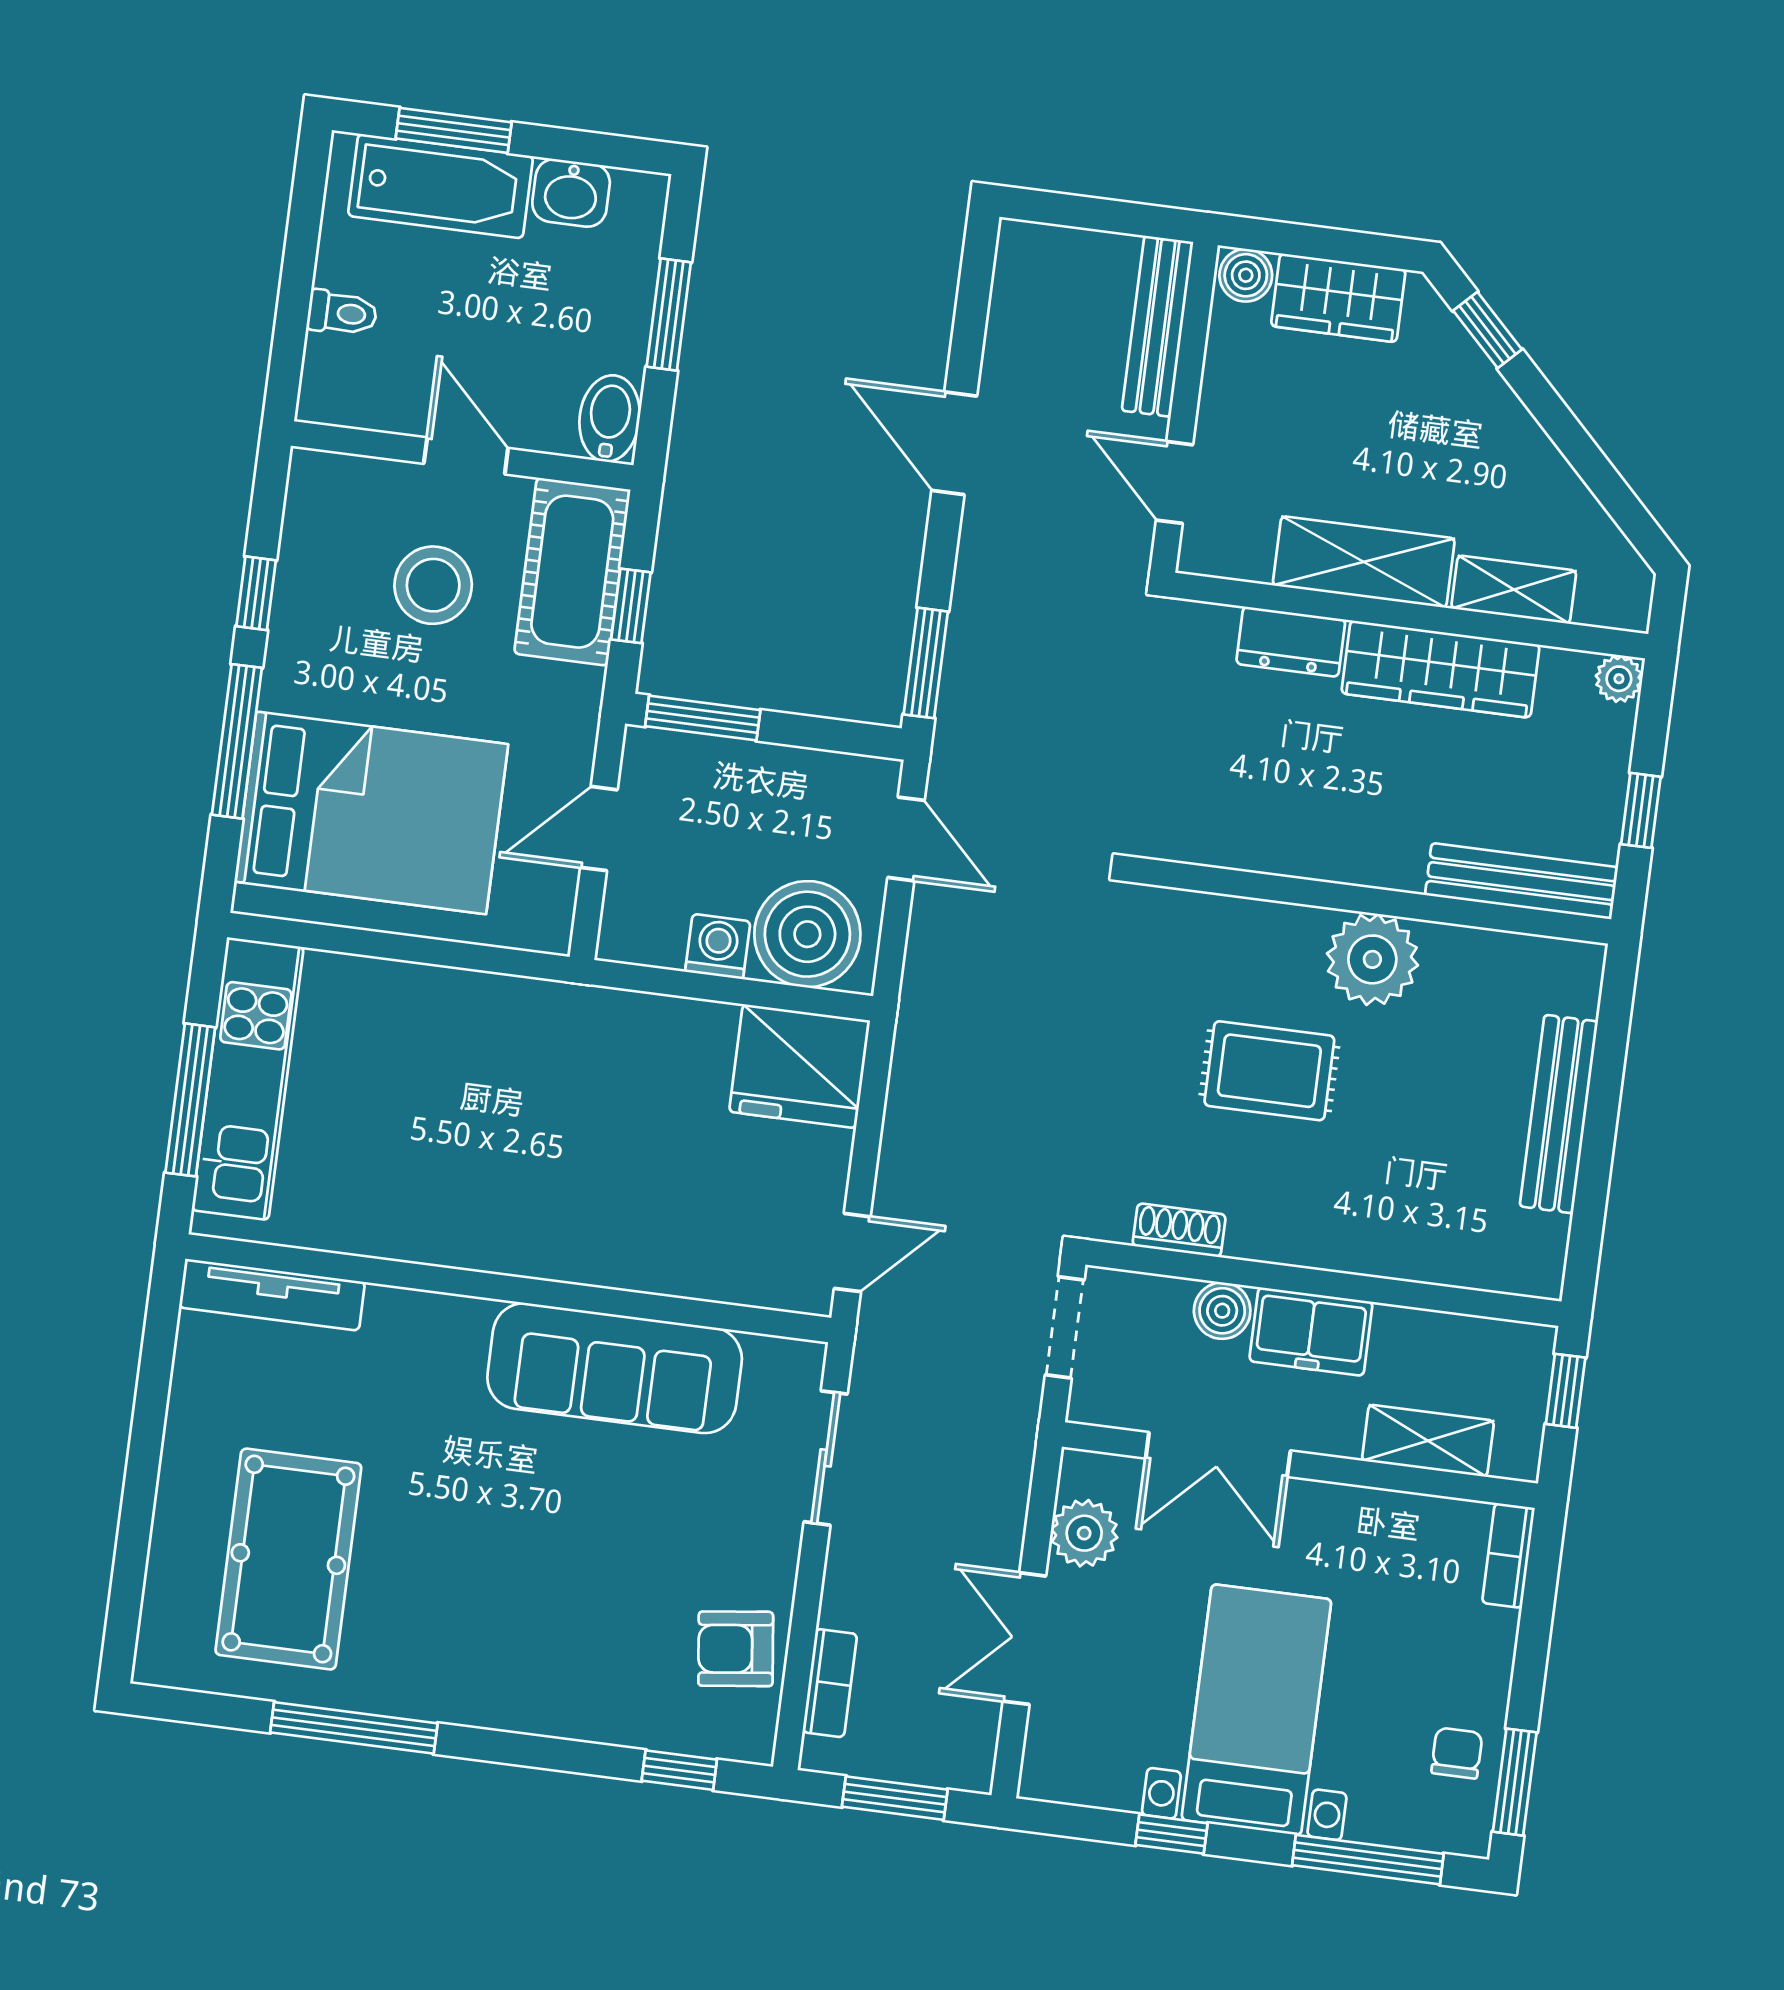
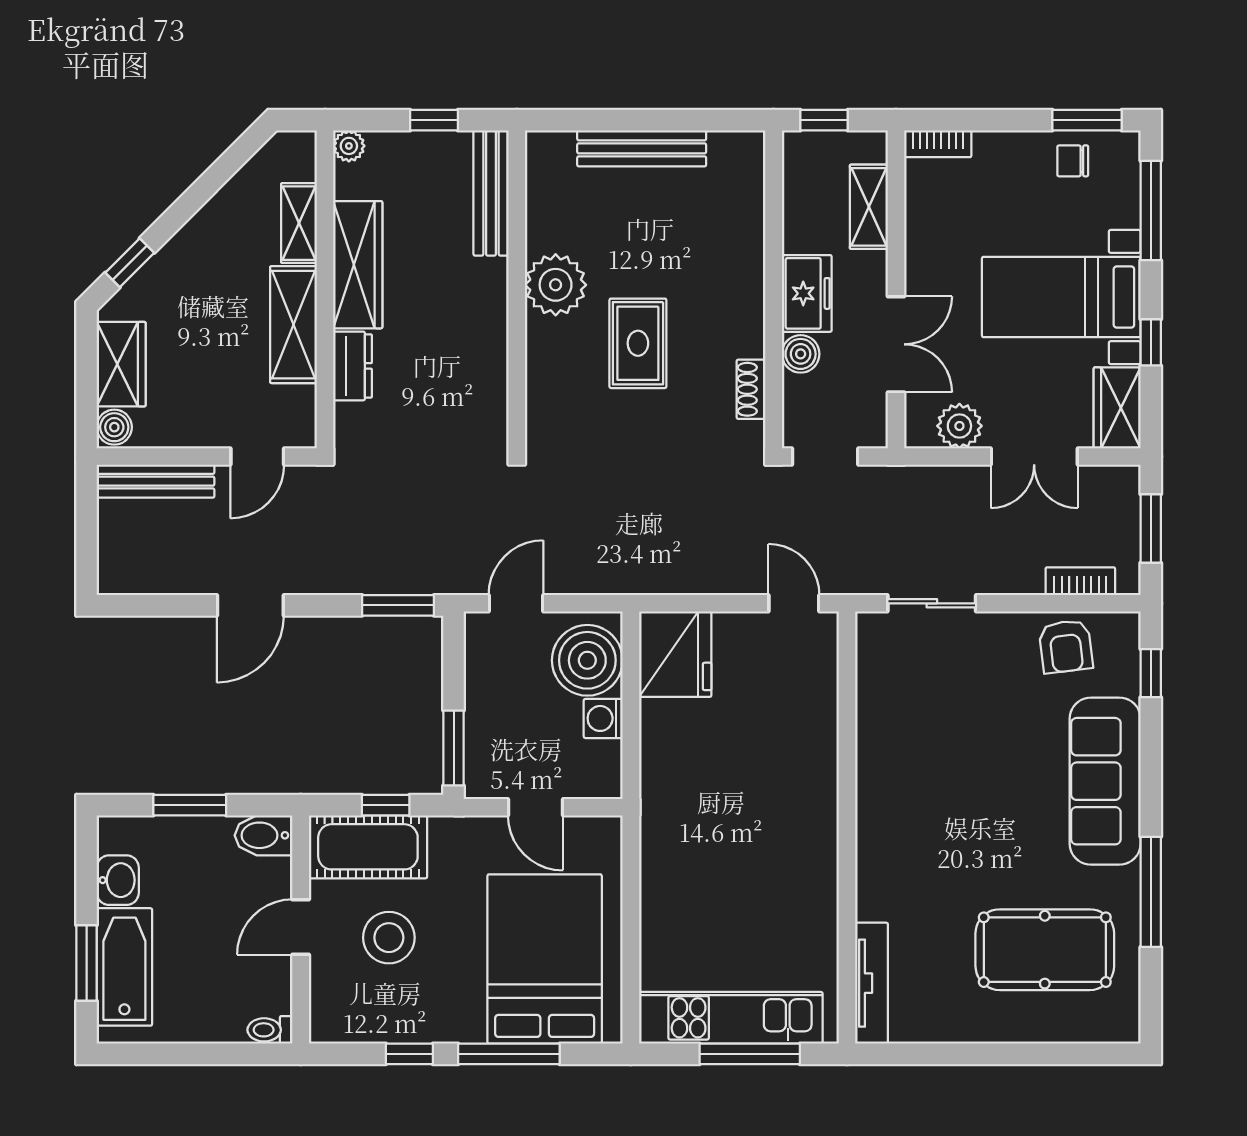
toilet: (342, 313) -> (270, 1030), moved, turned -90
sofa: (615, 1368) -> (1105, 781), moved, turned 180
wardrobe: (1081, 1771) -> (1117, 408), added

